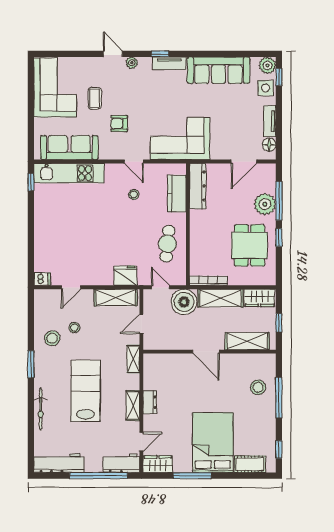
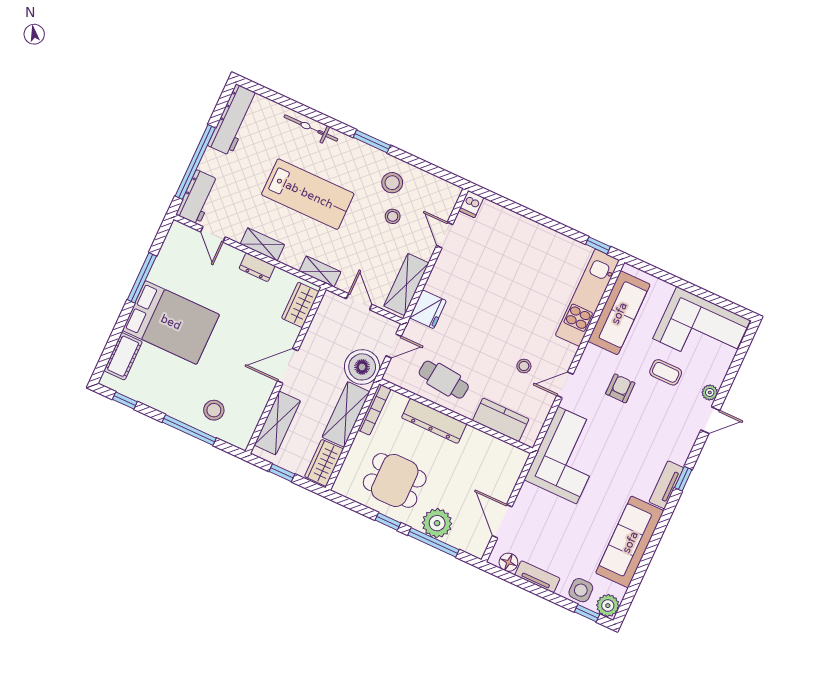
plant: (132, 63) -> (710, 392), moved
dresser: (198, 186) -> (434, 421), moved
wardrobe: (158, 464) -> (300, 305), moved, turned 180

